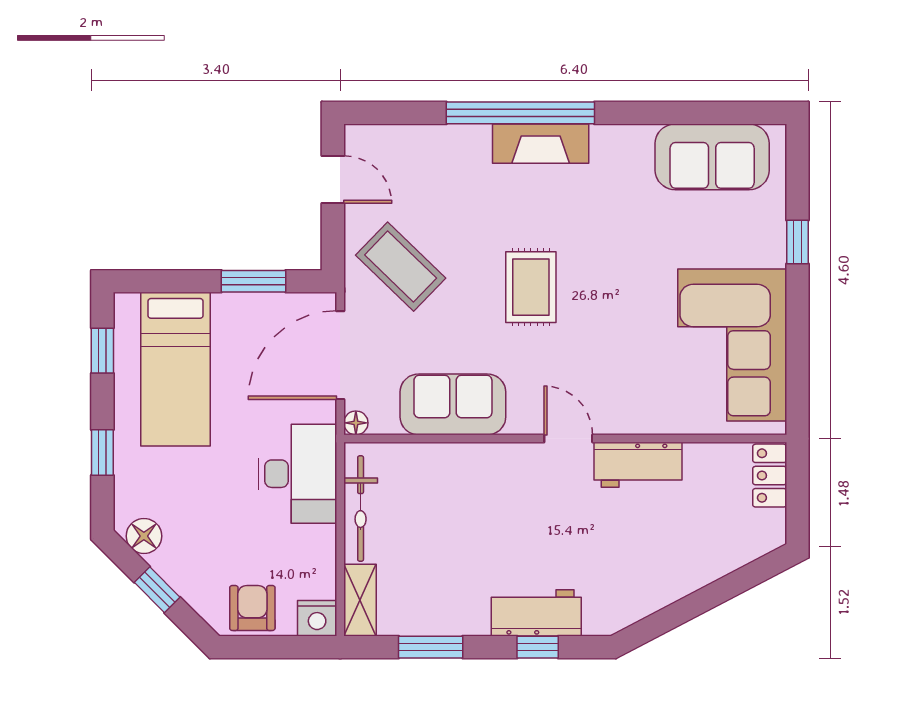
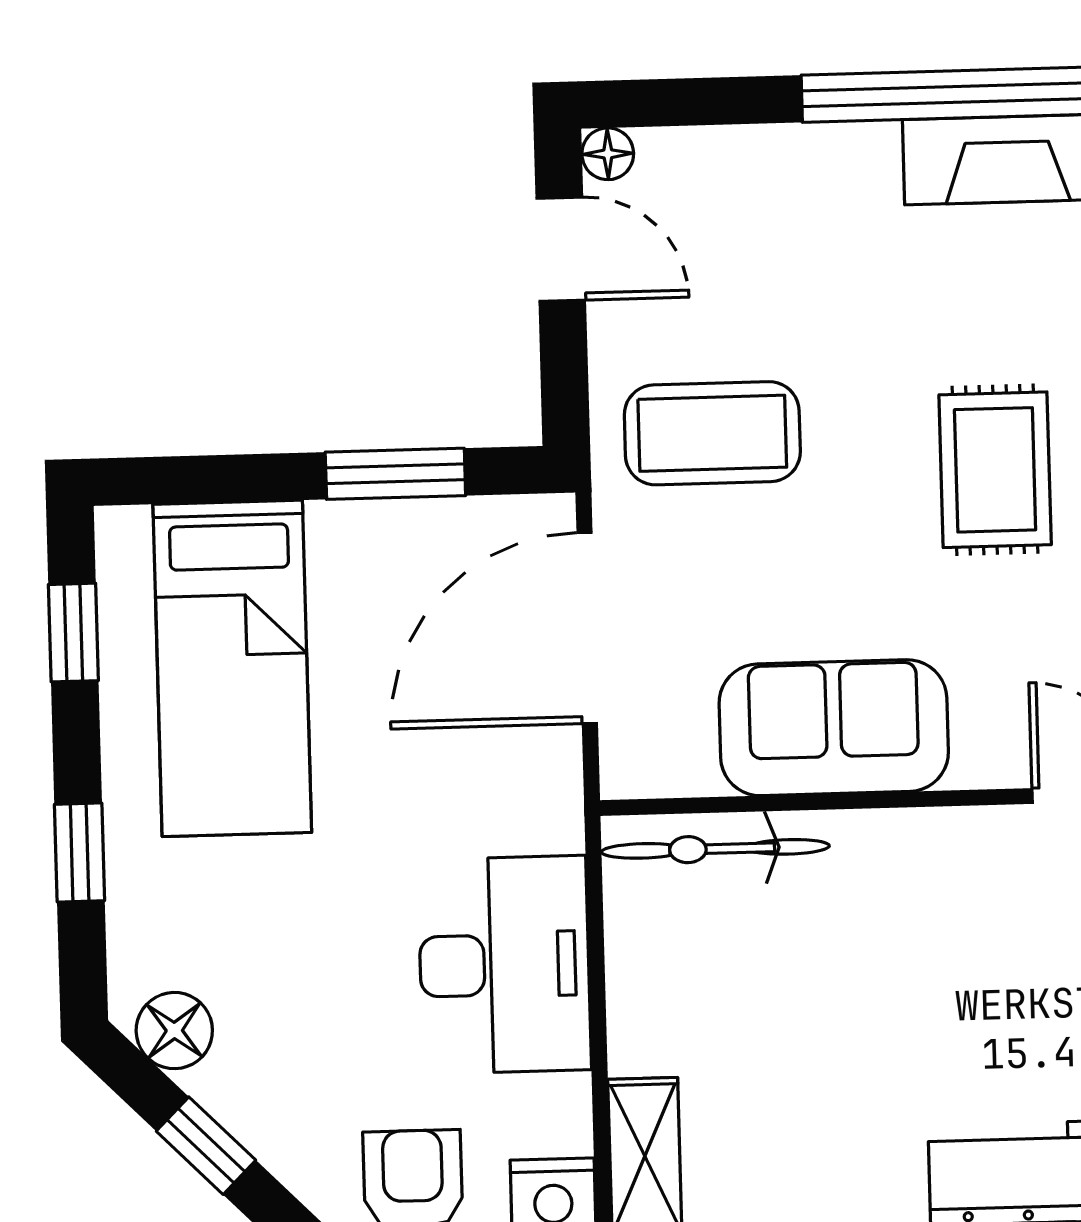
coffee table: (401, 267) -> (712, 433), turned -44
floor lamp: (356, 423) -> (608, 154), moved
desk: (298, 474) -> (504, 965), moved
bicycle: (361, 509) -> (715, 849), moved, turned 90

